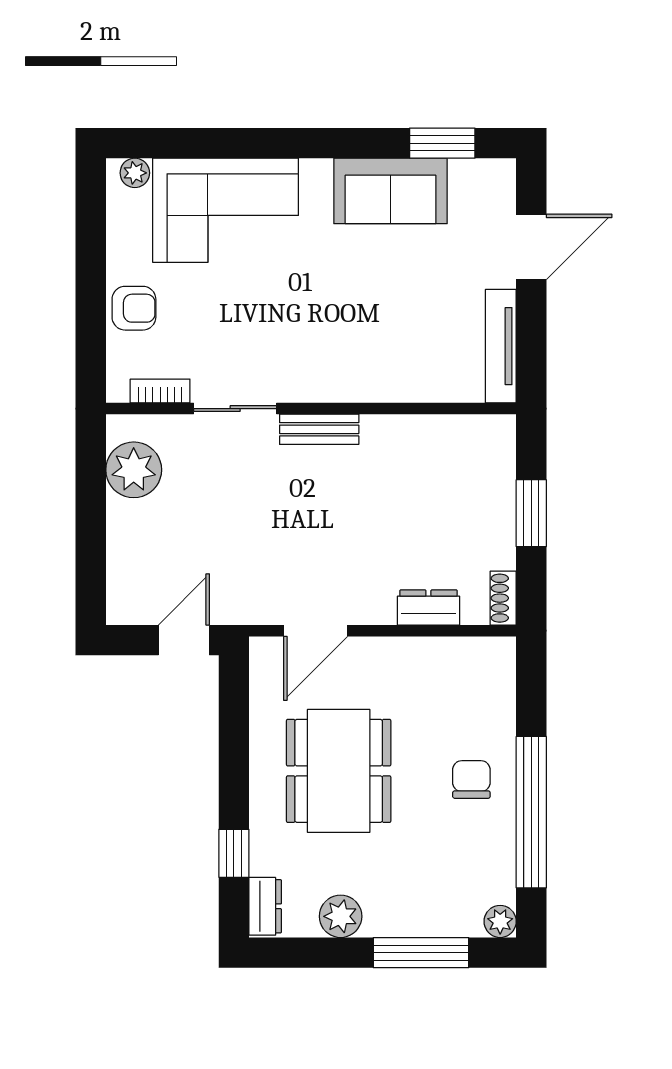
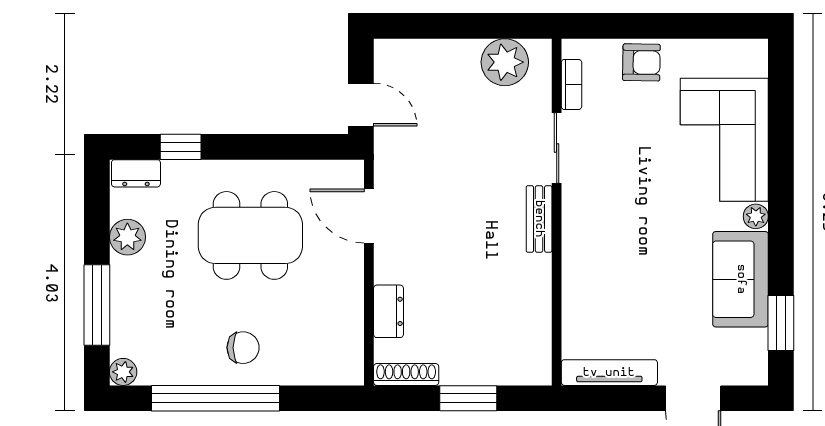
plant: (135, 173) -> (756, 216), moved
armchair: (134, 308) -> (641, 62), turned -89
shoe rack: (503, 598) -> (406, 374), width x1.43

